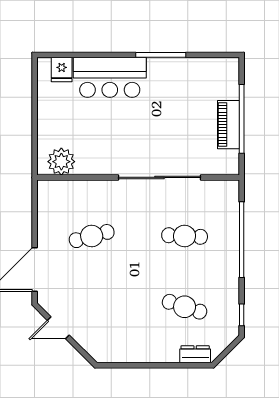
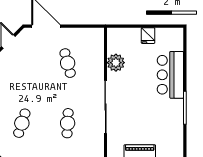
fridge: (62, 69) -> (148, 36), moved, turned -90
plant: (61, 162) -> (116, 63), moved

